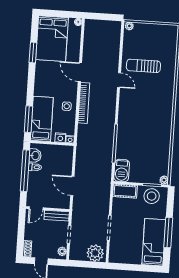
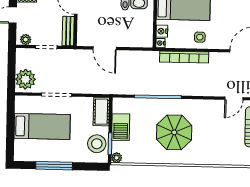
bookcase: (84, 103) -> (184, 57), moved
parasol: (145, 131) -> (174, 132), added
barbecue: (122, 171) -> (121, 127), moved, turned -90
door: (72, 186) -> (105, 48), swing flipped
bed: (154, 242) -> (42, 126), moved

